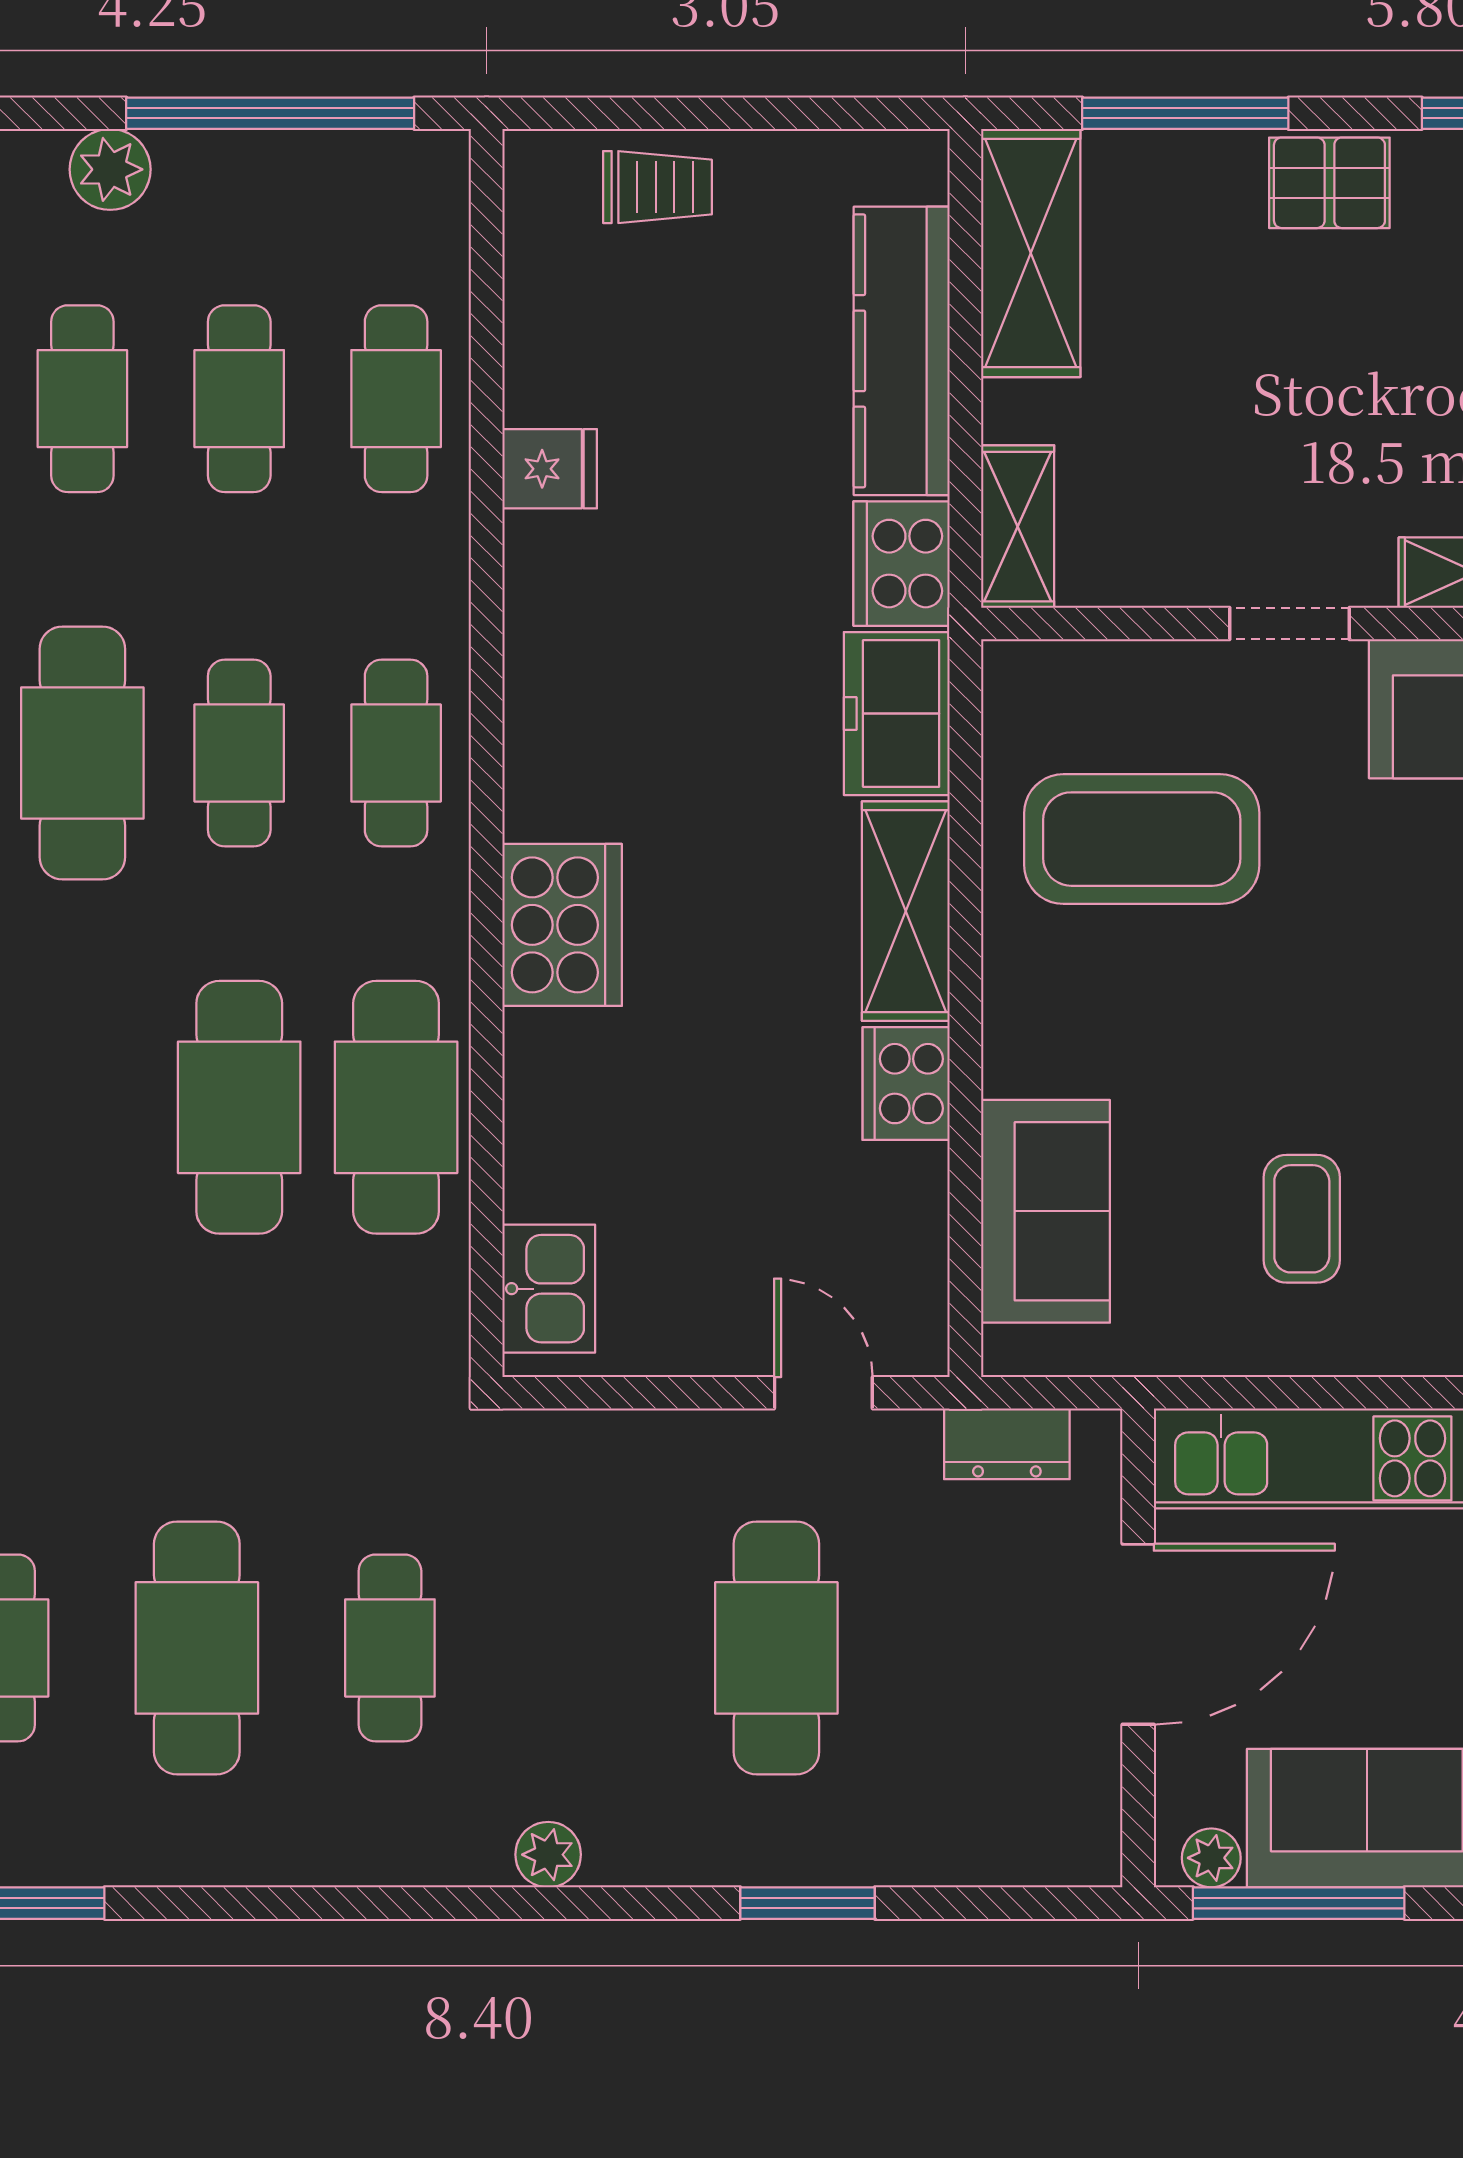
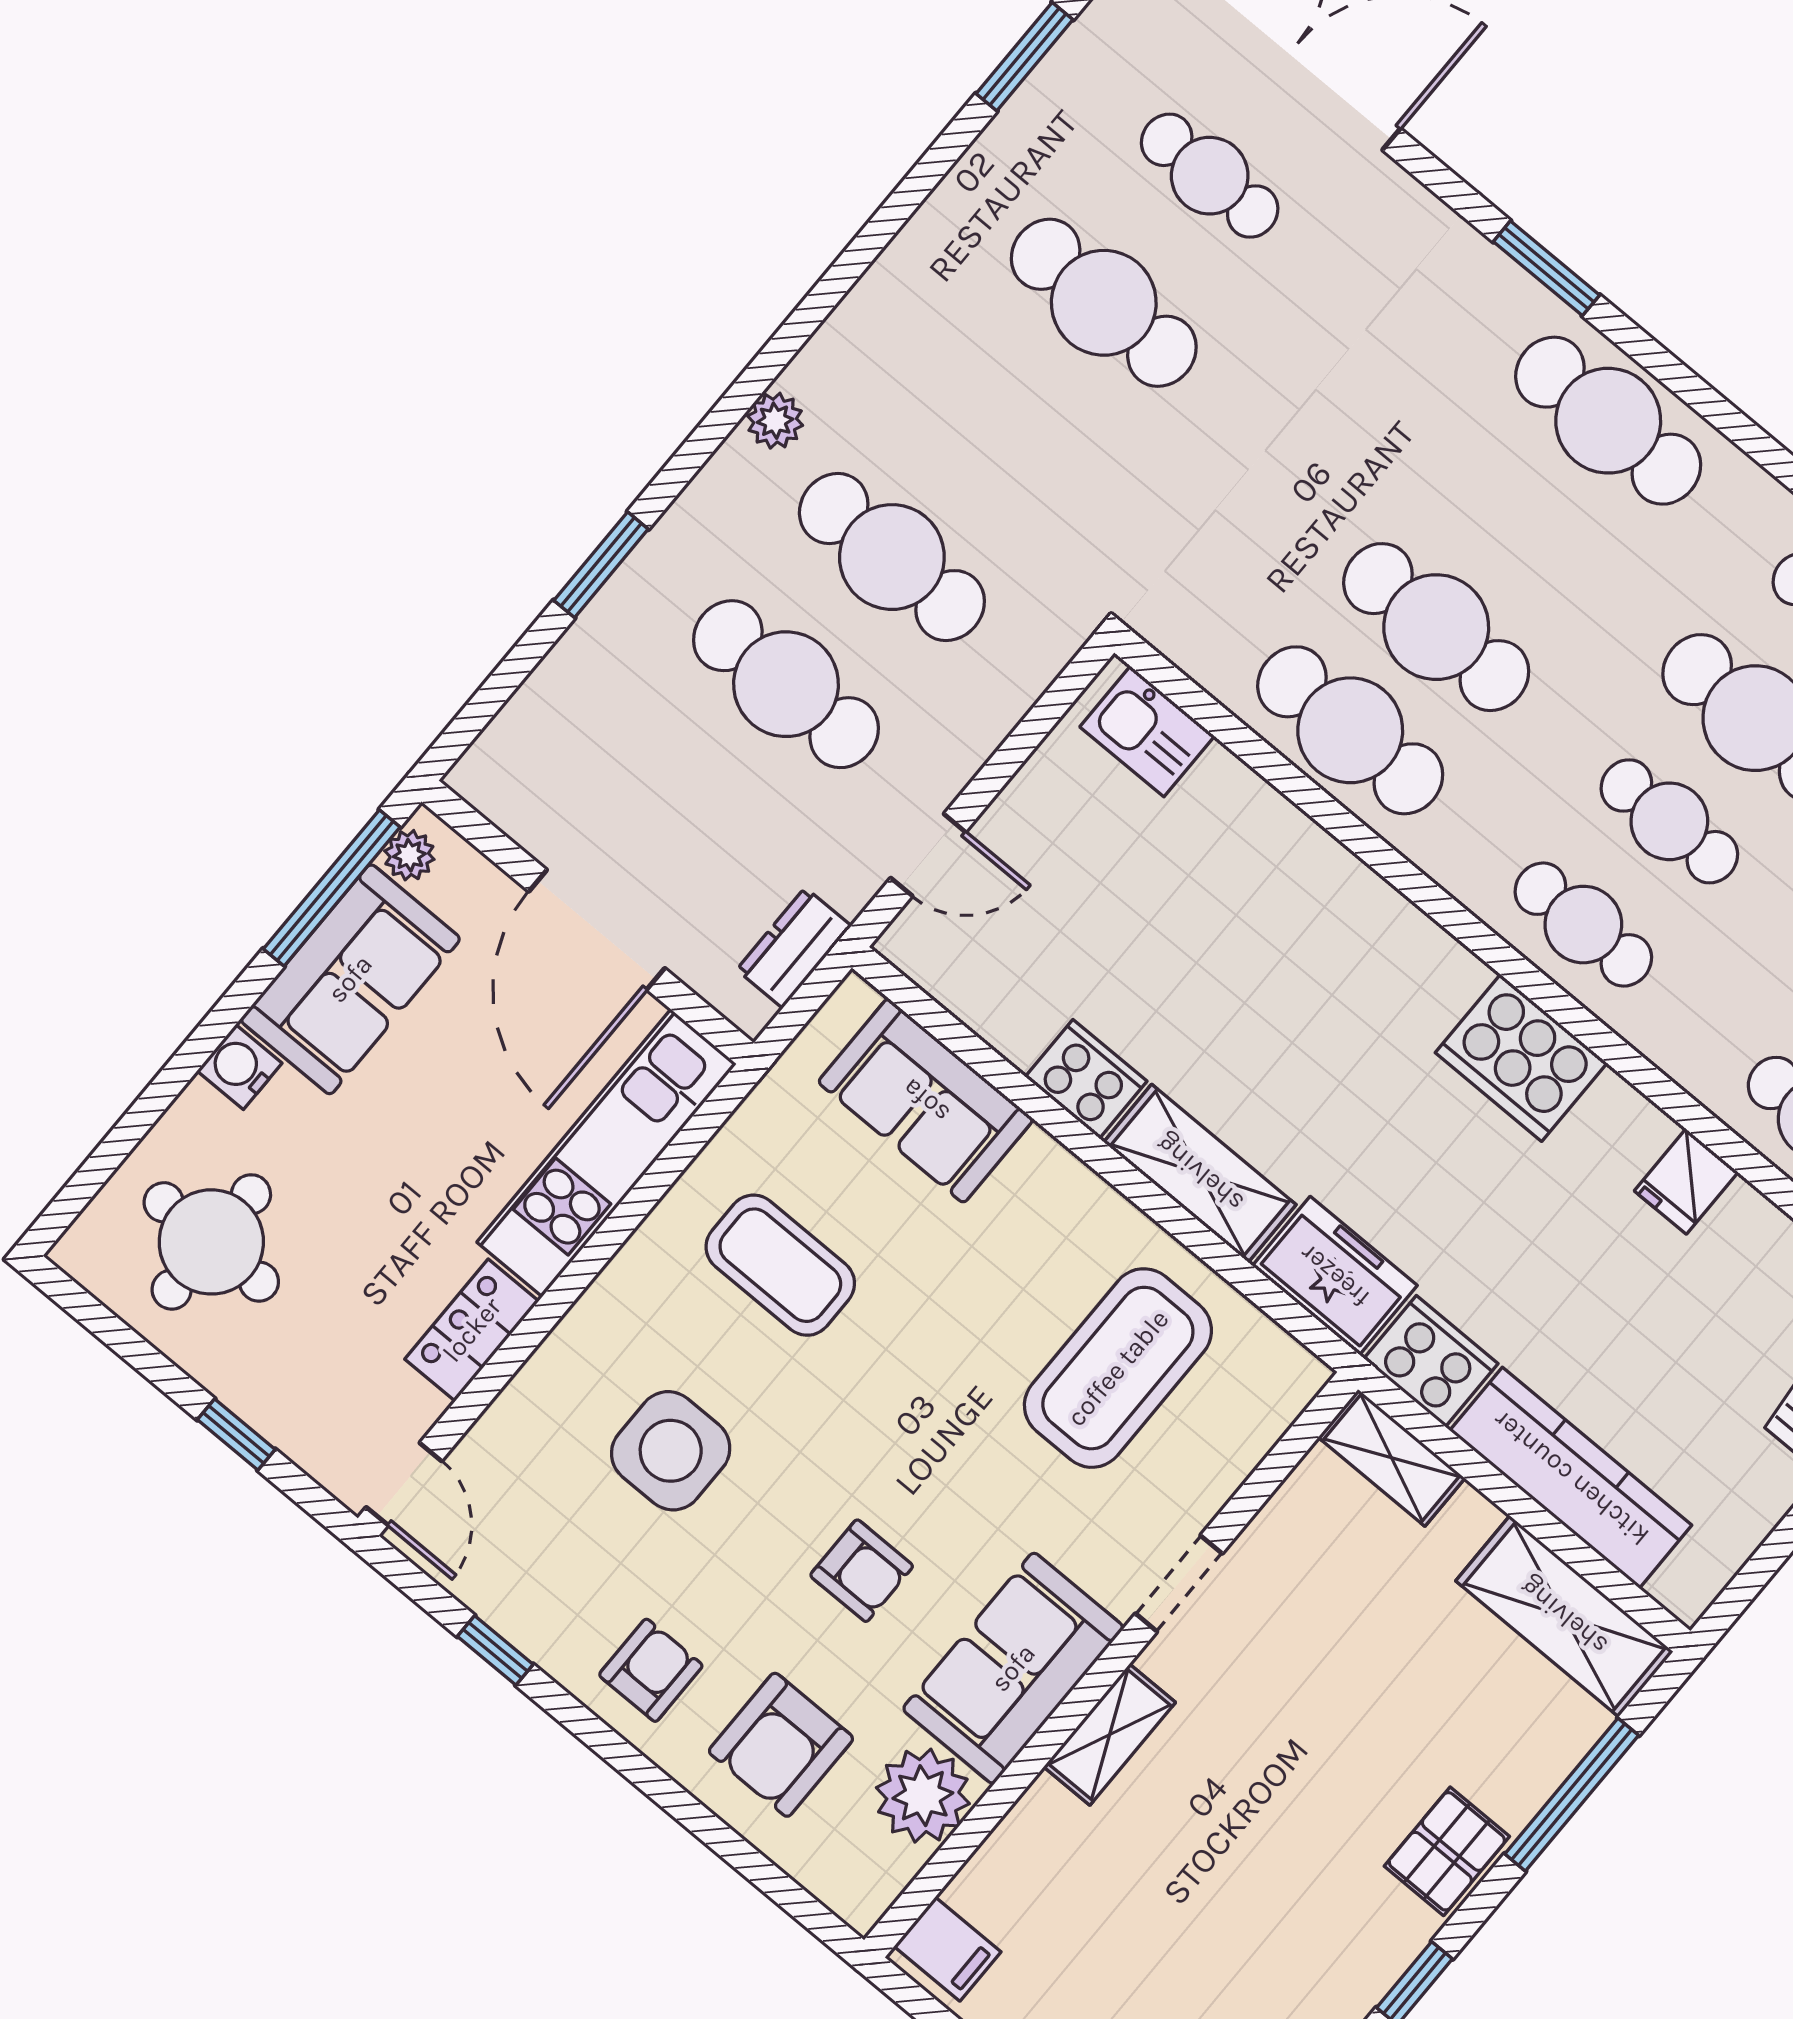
cooker: (562, 925) -> (1521, 1058), moved
coffee table: (1302, 1219) -> (780, 1265), width x1.36, depth x1.30
cafe table: (390, 1648) -> (892, 557), moved, width x1.37, depth x1.35

